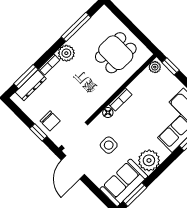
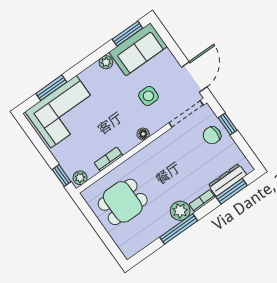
window: (76, 27) -> (179, 229), moved
bookcase: (120, 100) -> (109, 159), moved
chair: (50, 121) -> (212, 135), turned -90
plant: (149, 160) -> (106, 62), width x0.53, depth x0.53

